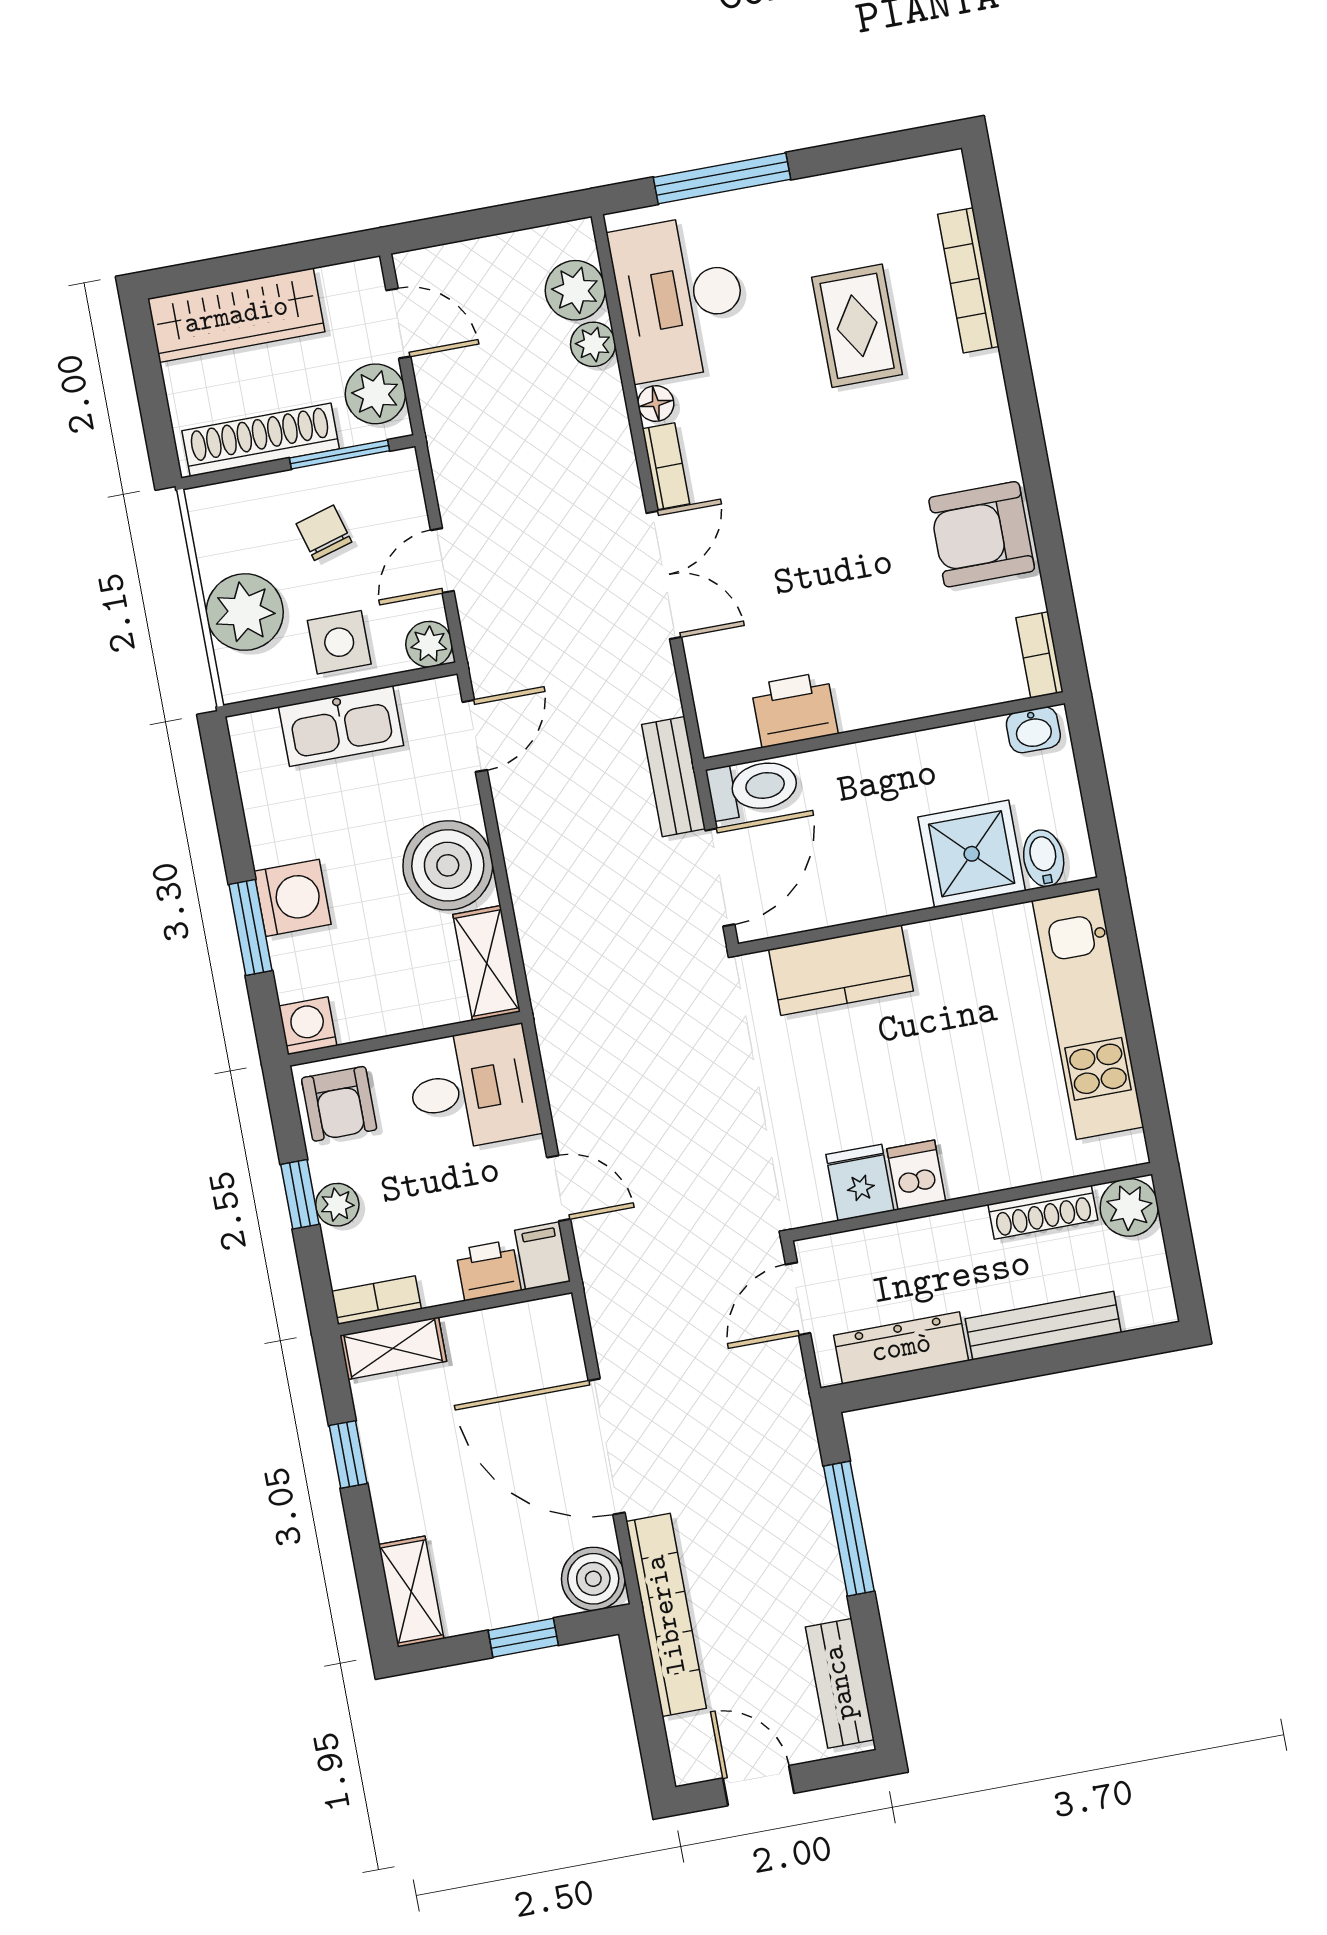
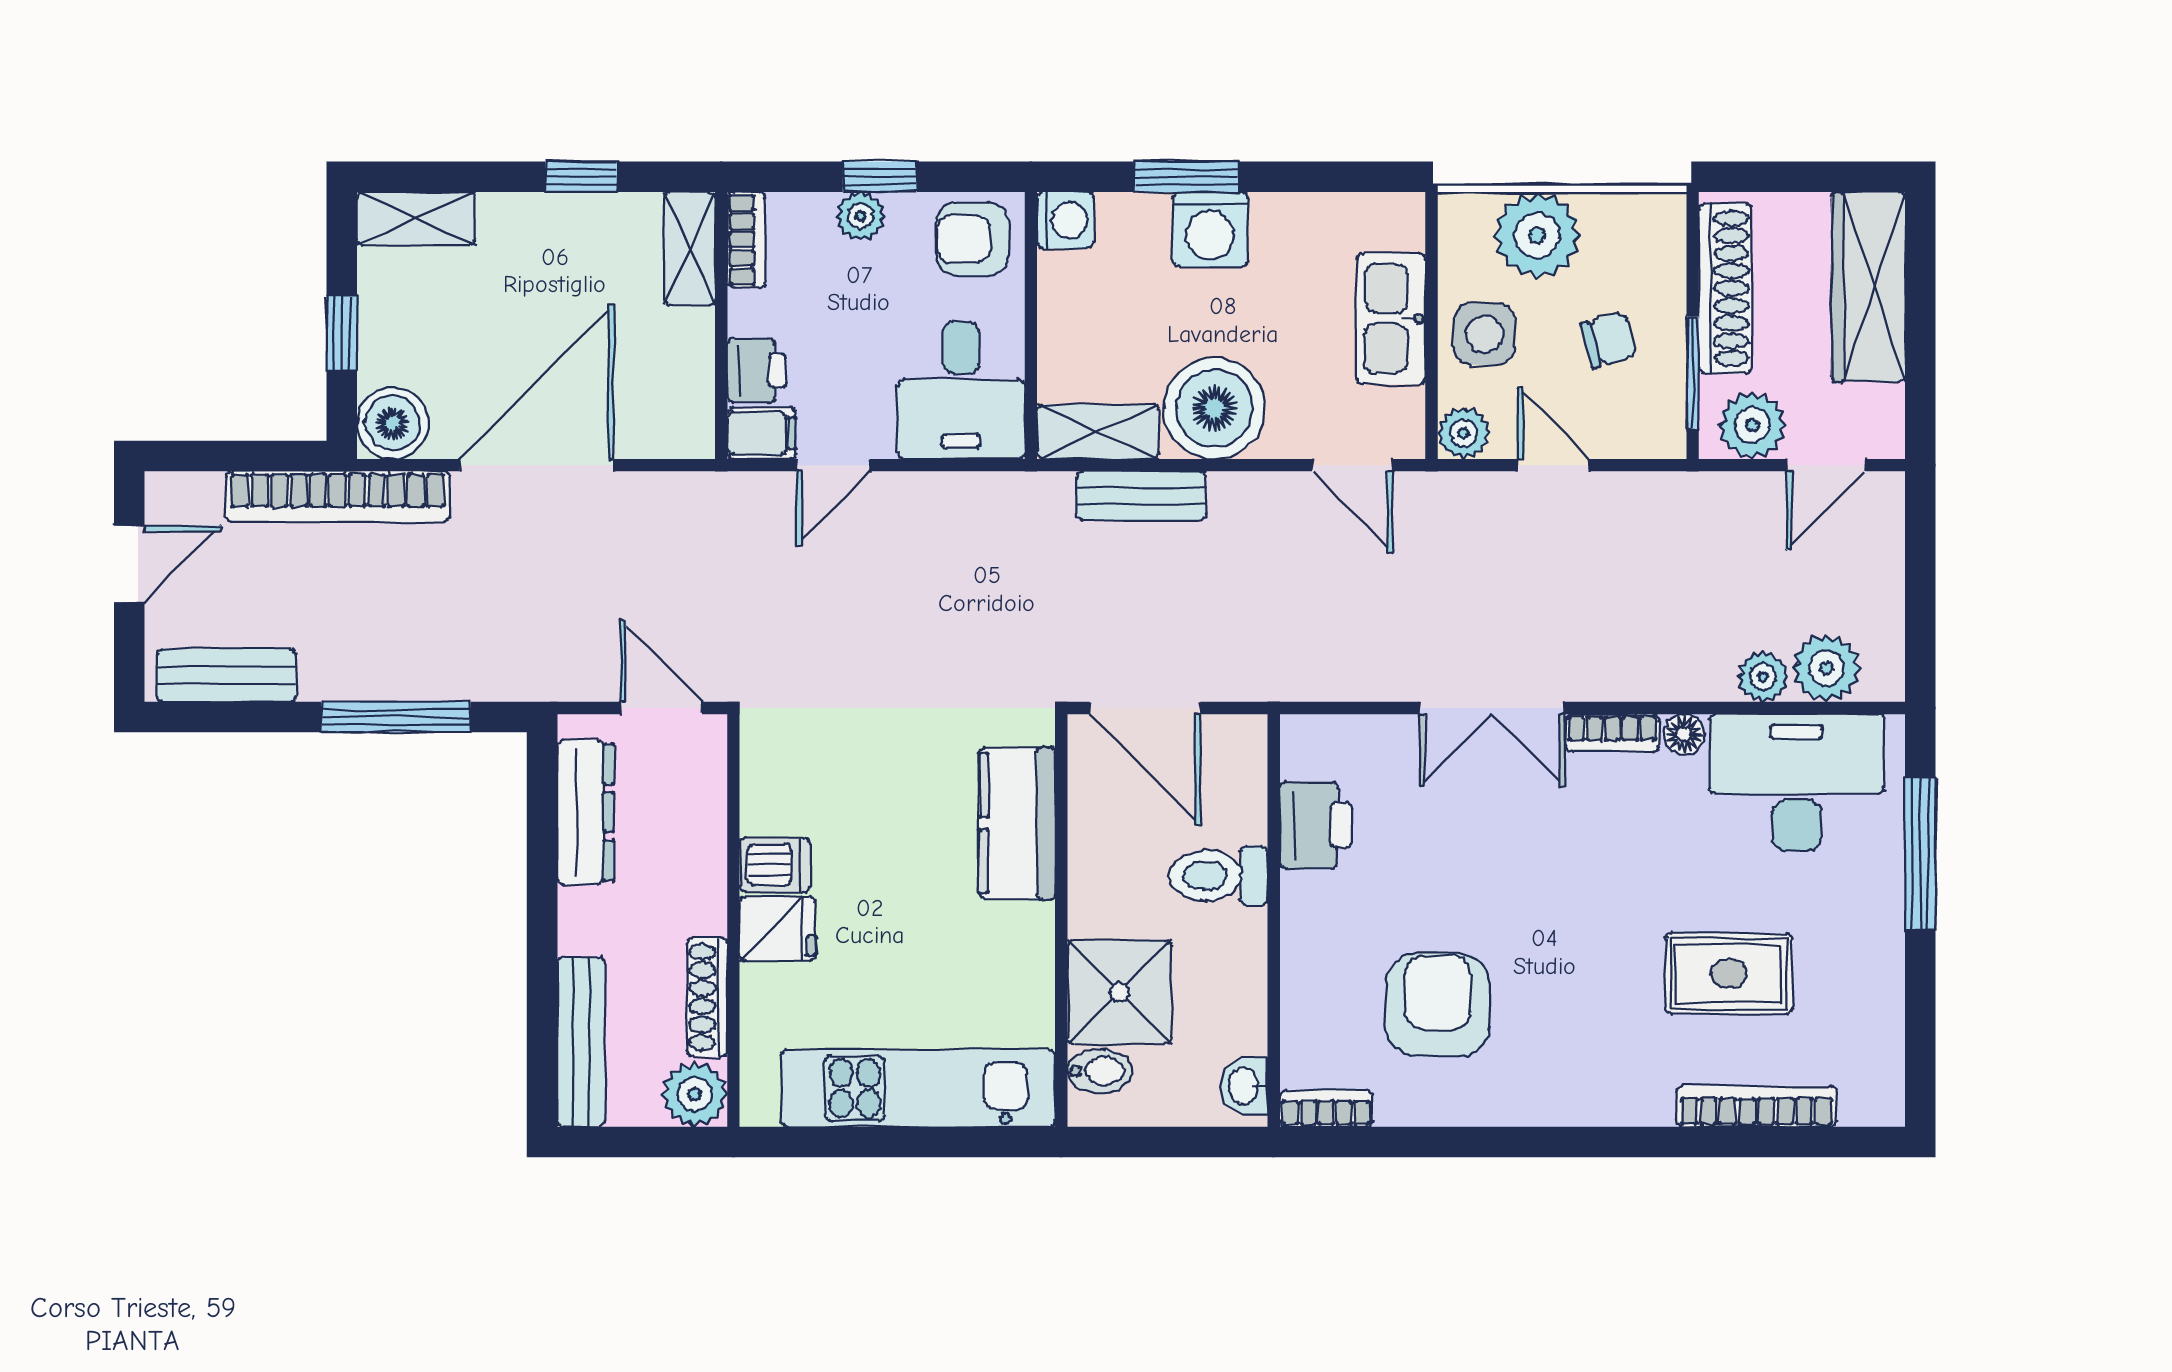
armchair: (982, 534) -> (1438, 1005), moved
bench: (674, 777) -> (1142, 496), moved
toilet: (753, 788) -> (1218, 876), moved, turned 90
fridge: (860, 1183) -> (778, 929), moved
bench: (1043, 1326) -> (581, 1042), moved

